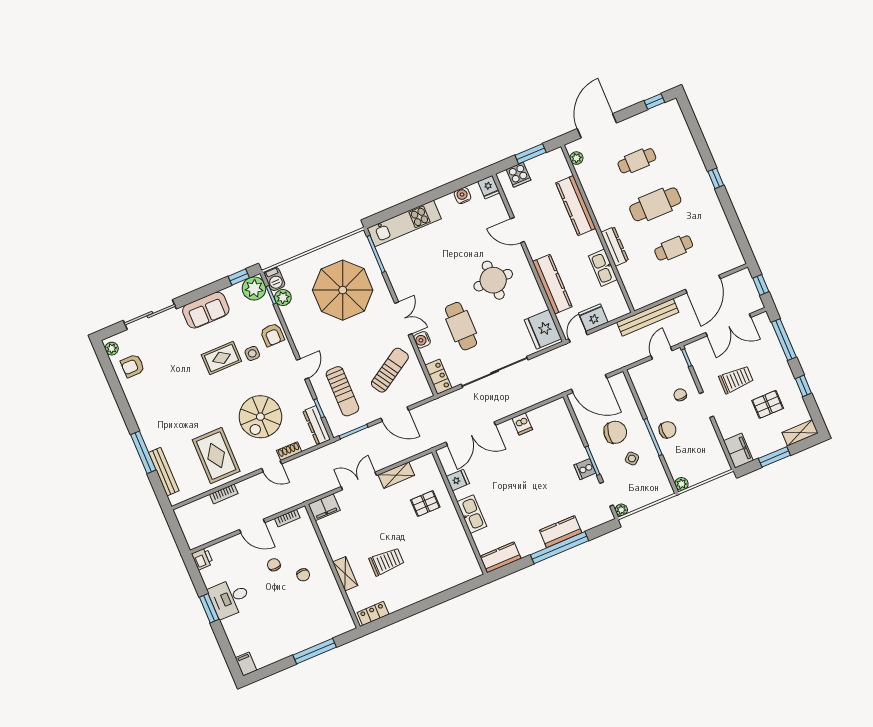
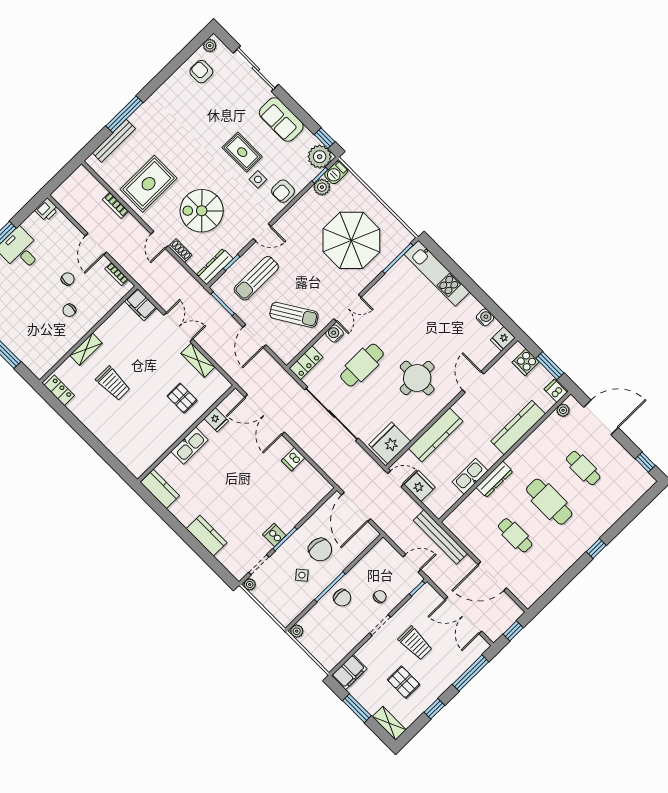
dishwasher: (556, 158) -> (556, 391), added
window: (559, 548) -> (191, 541), removed

